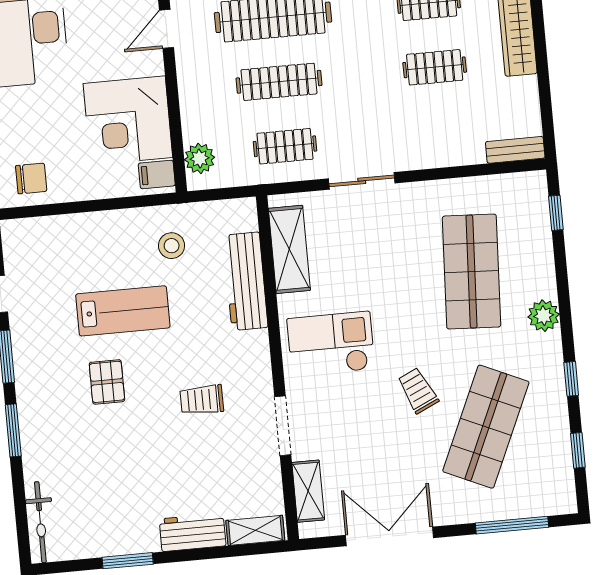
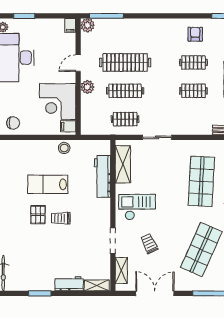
plant: (200, 158) -> (87, 87), moved
stool: (172, 246) -> (64, 148), moved
lab bench: (123, 311) -> (48, 184), turned 180
trolley: (418, 391) -> (149, 244), moved
trolley: (202, 400) -> (61, 218), moved

